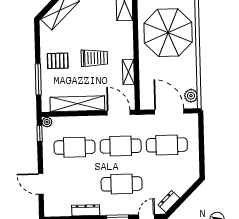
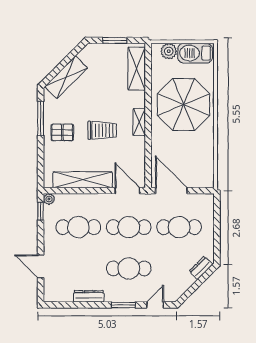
shelving: (128, 72) -> (139, 122), moved
window: (38, 79) -> (41, 119), moved
plant: (191, 96) -> (207, 174), removed
door: (169, 111) -> (171, 191), moved
dresser: (169, 202) -> (201, 268), moved

